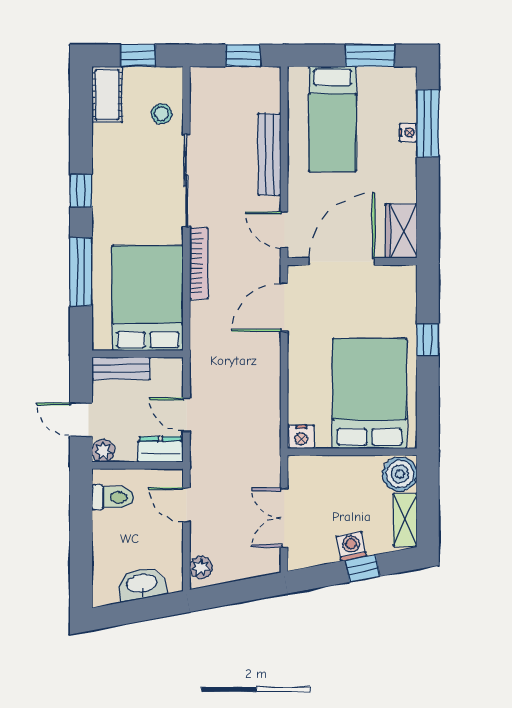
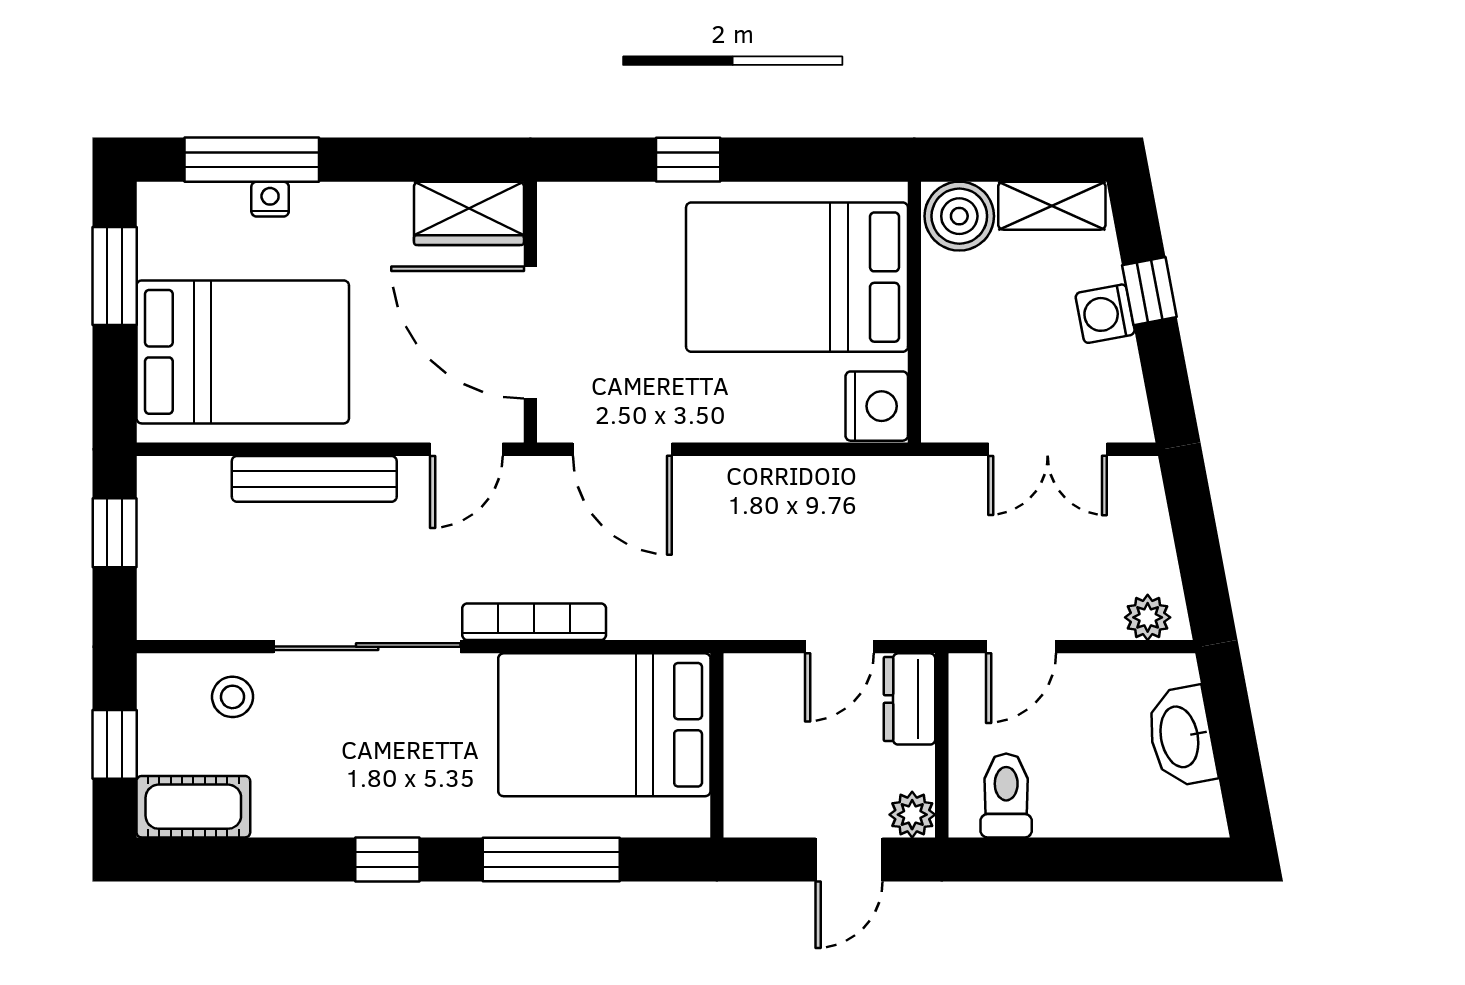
bed: (332, 119) -> (243, 352), width x1.50
bench: (121, 368) -> (746, 779), removed
nightstand: (301, 437) -> (877, 406), width x1.36, depth x1.33

